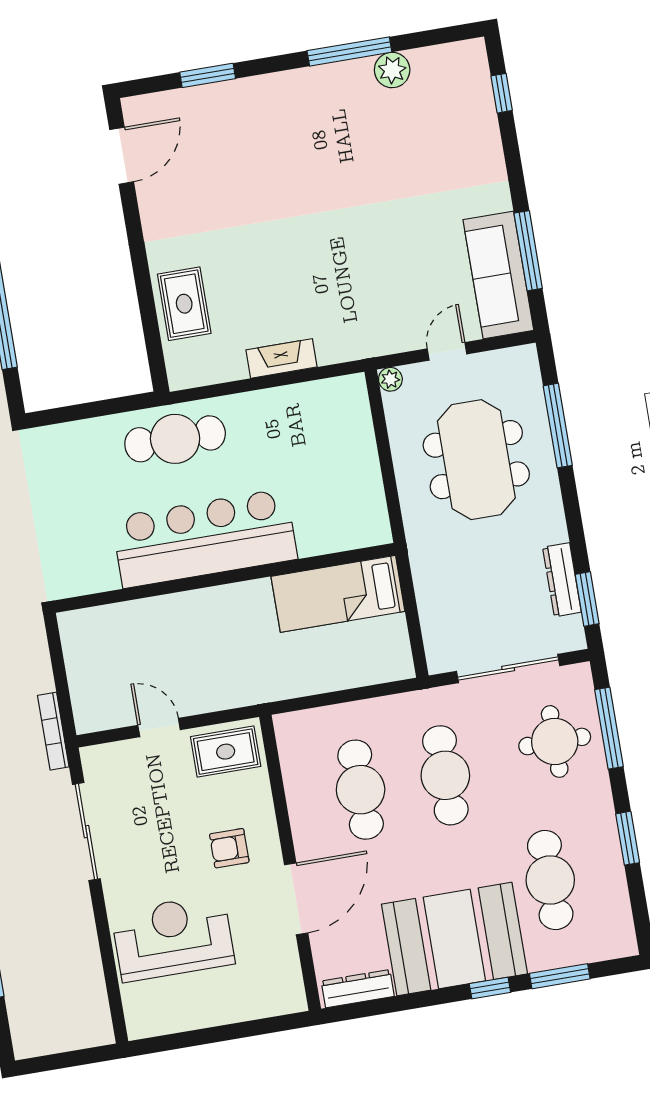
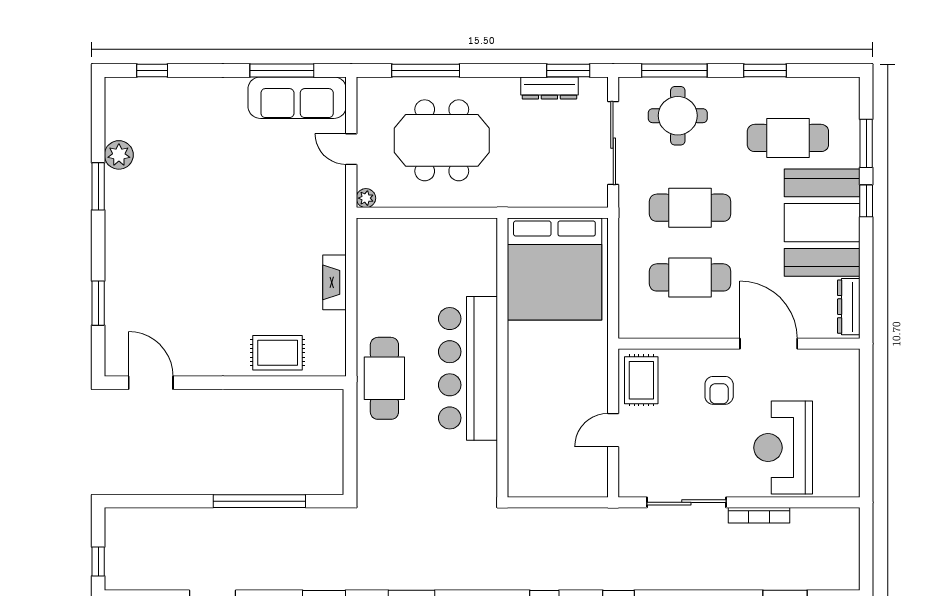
window: (349, 51) -> (98, 186), width x0.69
bed: (338, 594) -> (554, 269), width x2.04
bookcase: (53, 731) -> (759, 515), moved

